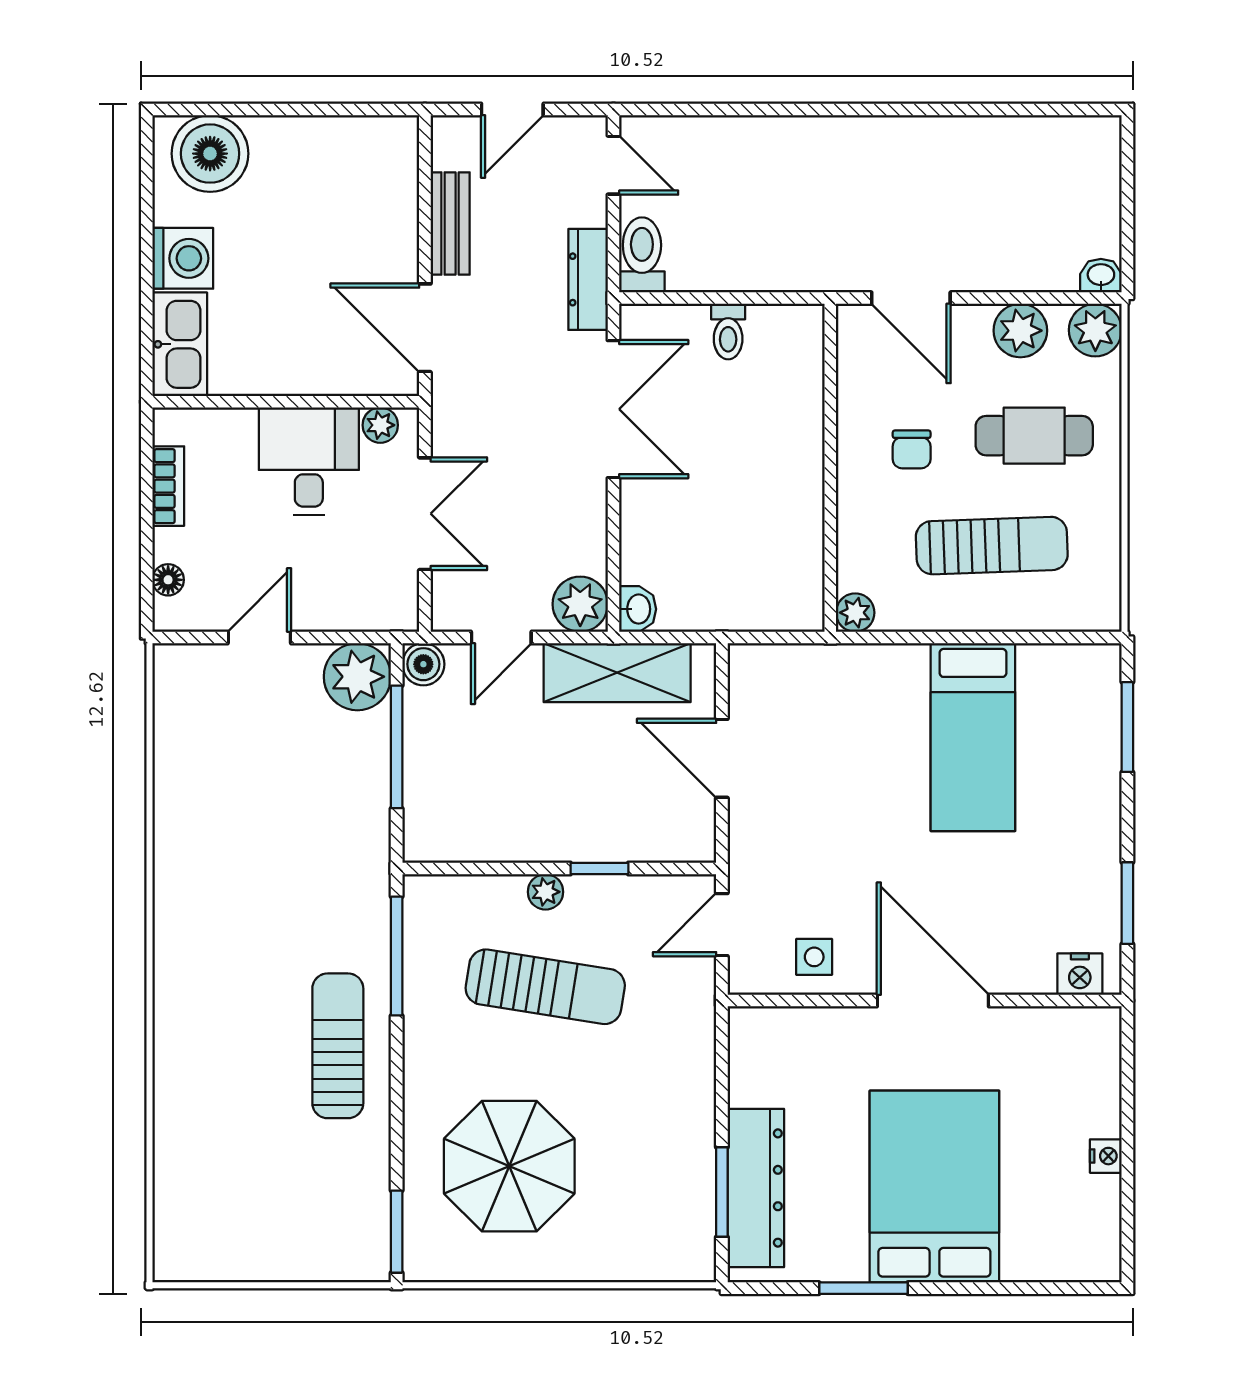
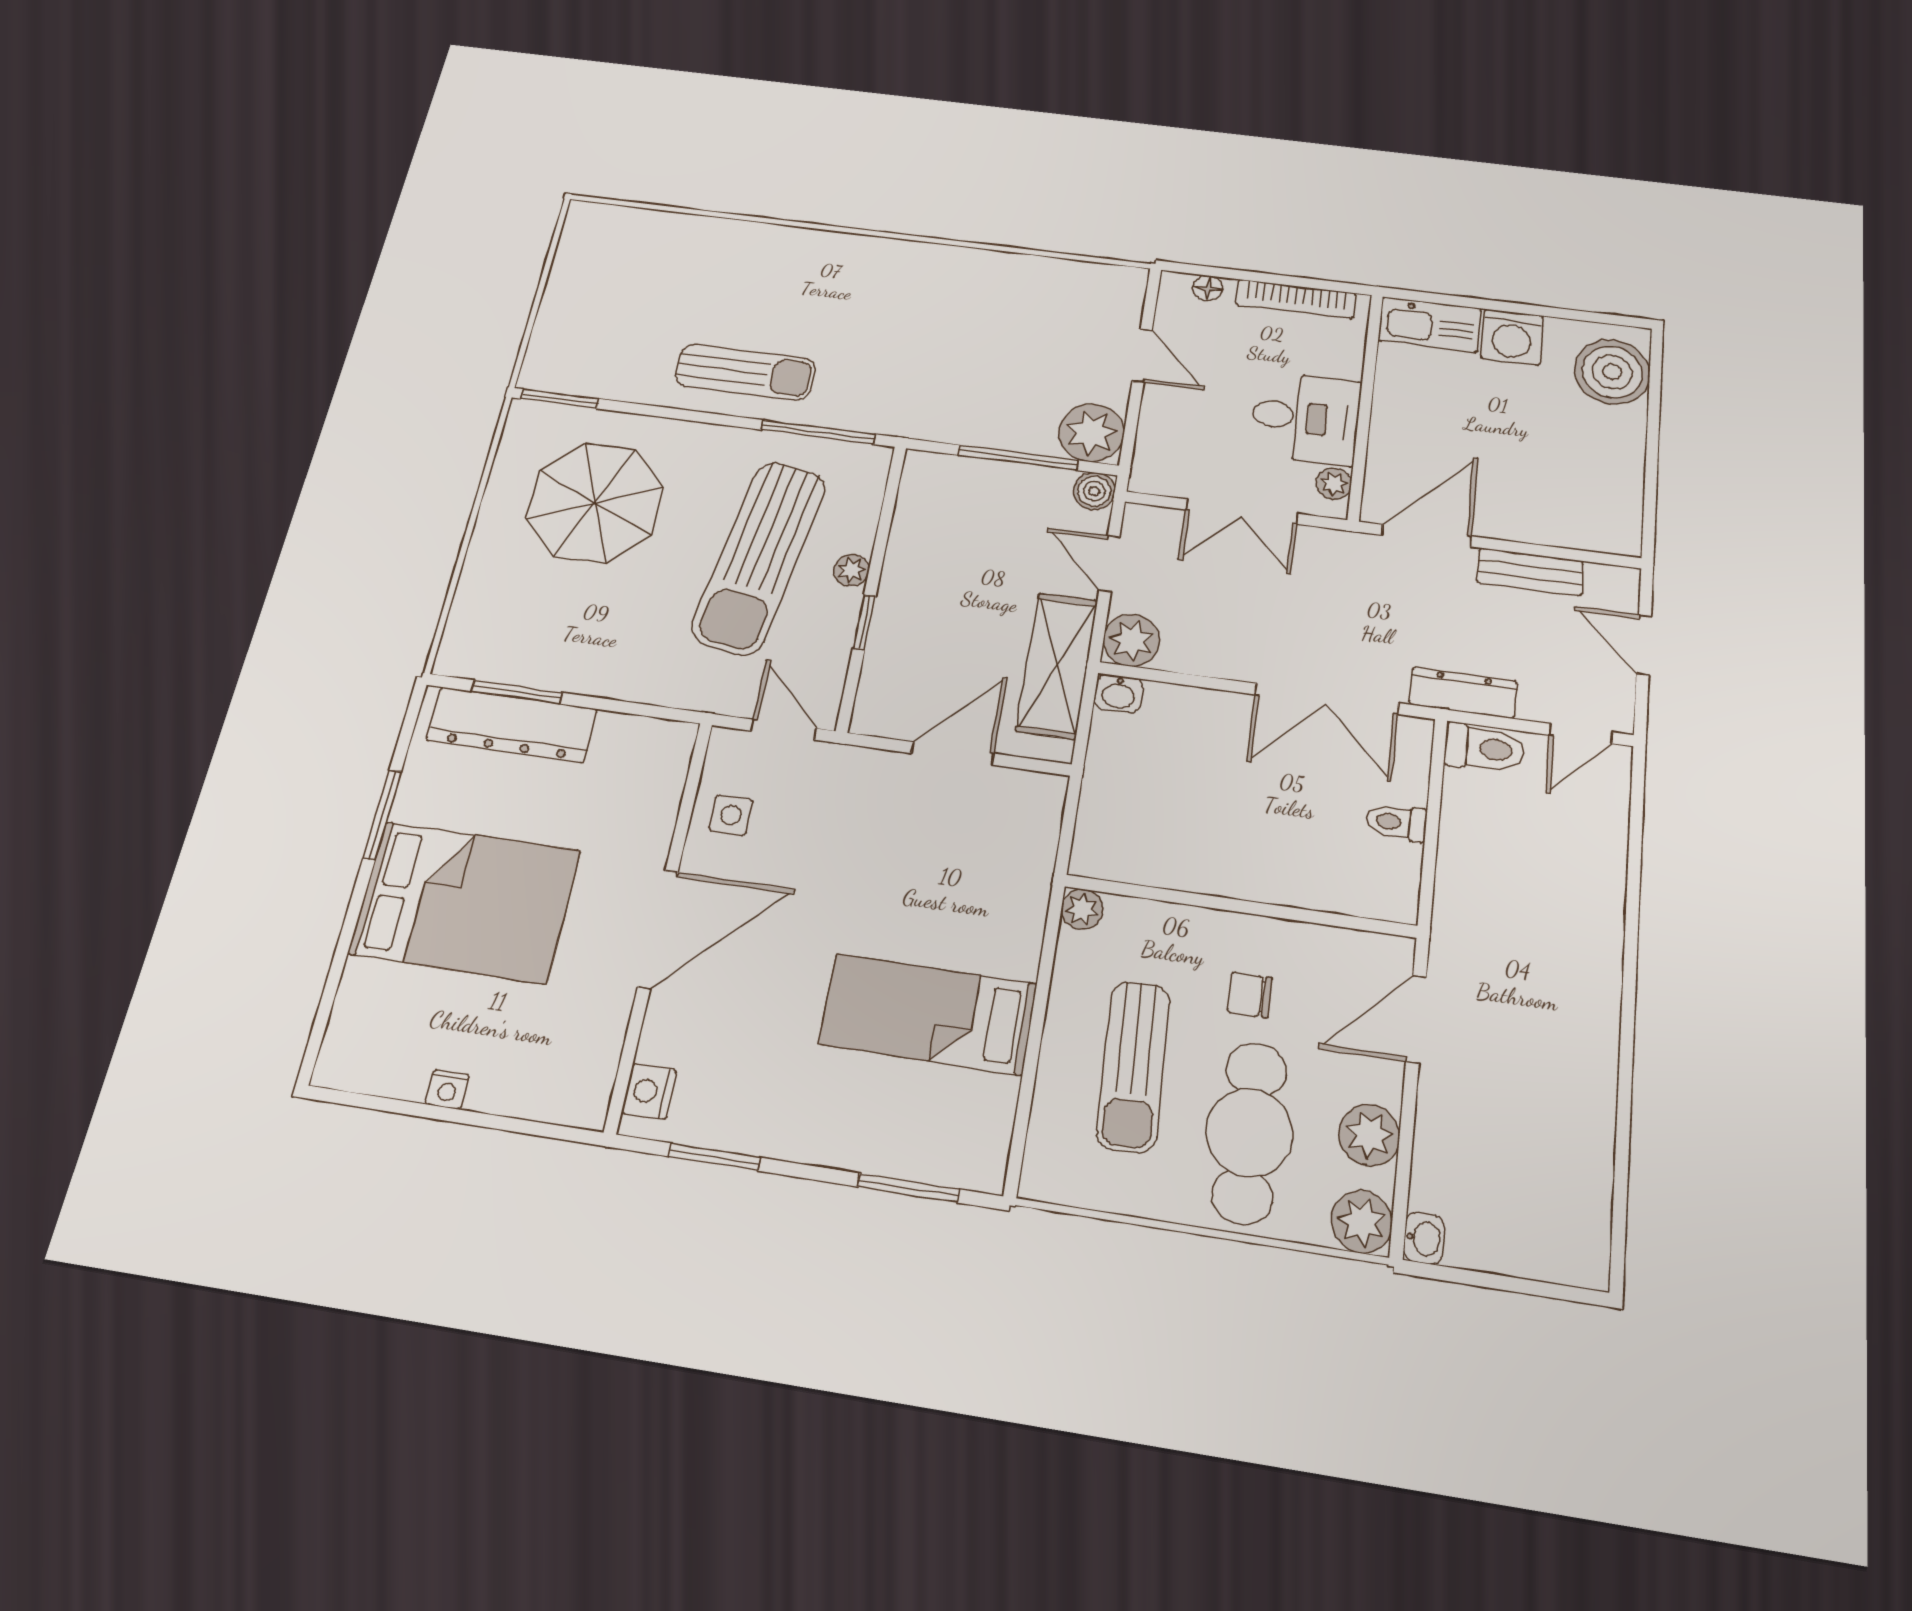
cafe table: (1034, 436) -> (1249, 1133), width x1.37, depth x1.35
bookcase: (168, 486) -> (1296, 299), width x1.56
sun lounger: (545, 987) -> (759, 557), width x1.36, depth x1.34

